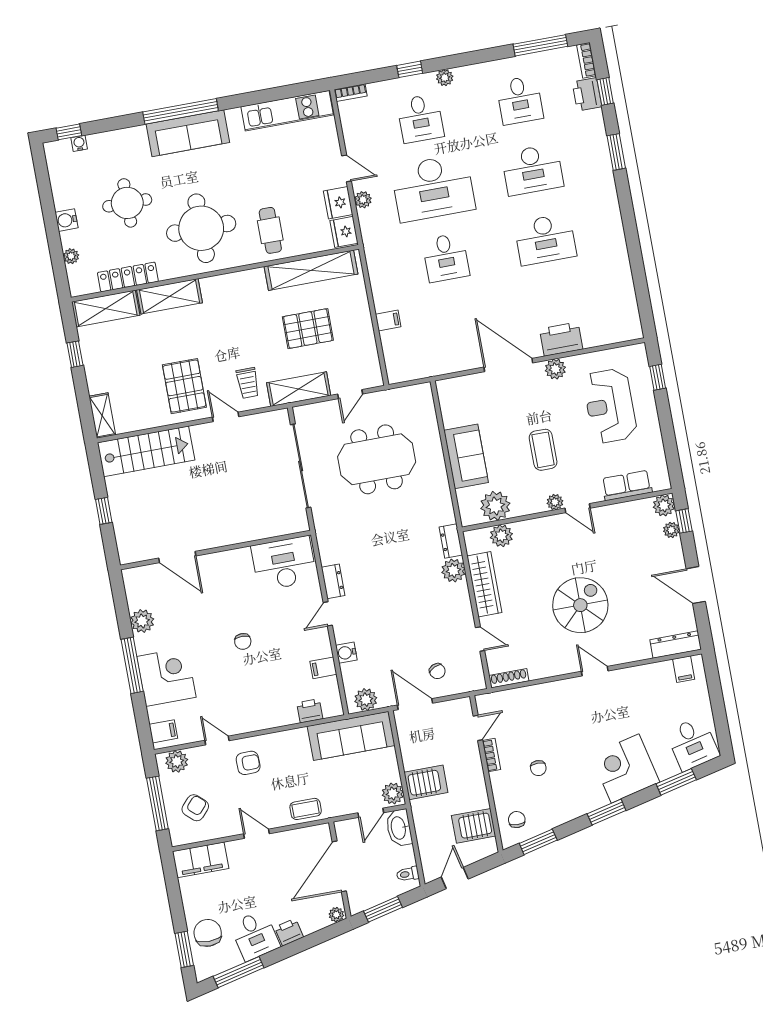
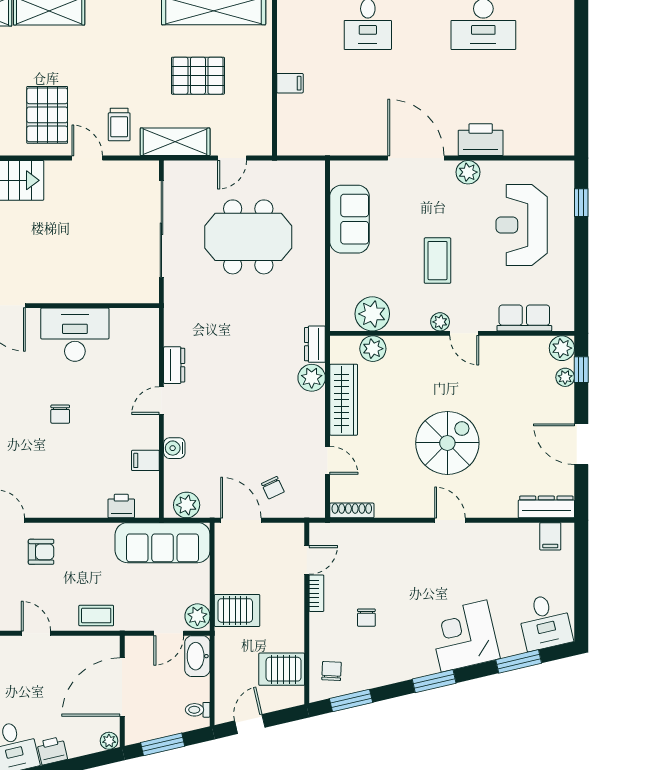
sofa: (466, 456) -> (350, 219), moved
desk: (284, 563) -> (75, 335), moved

